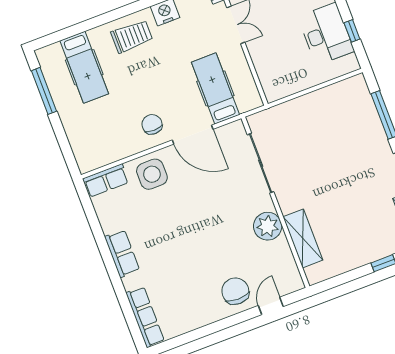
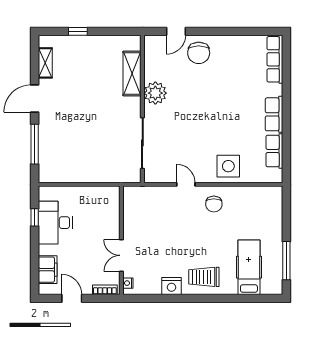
hospital bed: (215, 88) -> (155, 213), removed
door: (193, 135) -> (186, 184), width x0.53
row of seats: (106, 181) -> (274, 151), moved, turned -90

